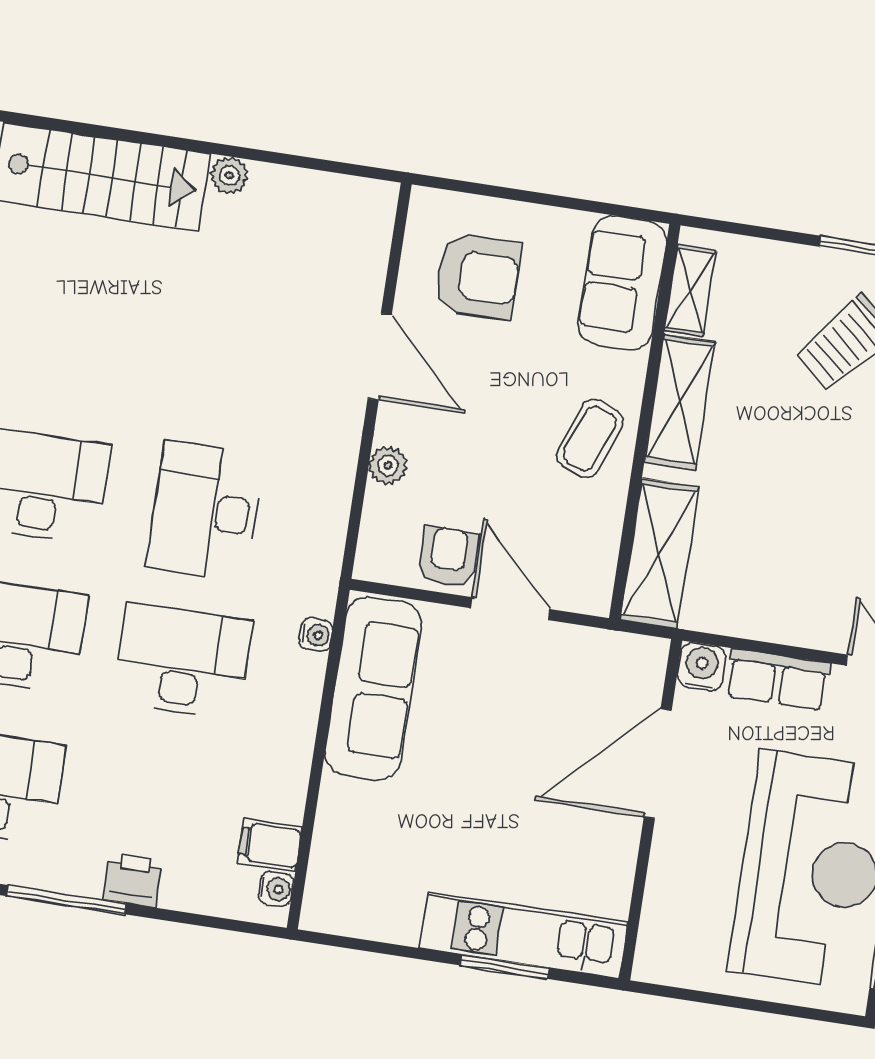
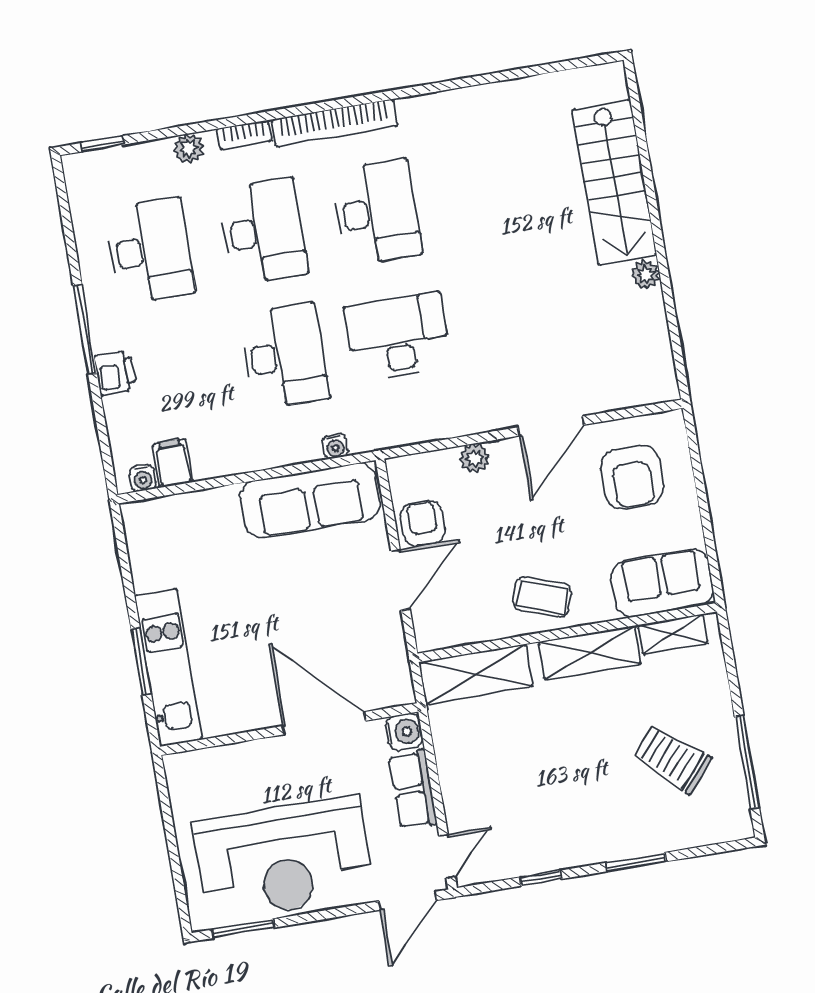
armchair: (448, 557) -> (423, 523), turned -90

